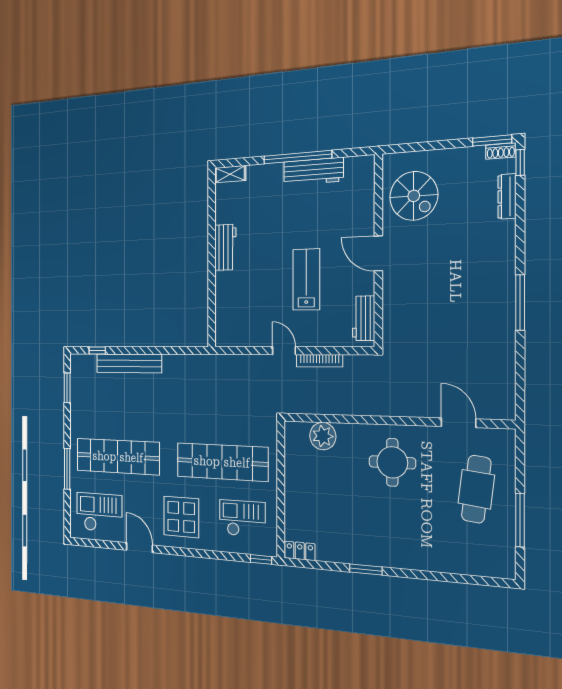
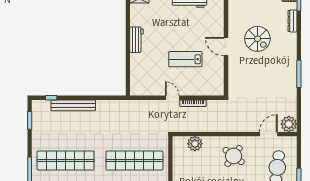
spiral stairs: (414, 196) -> (257, 39), moved
lab bench: (306, 280) -> (185, 59), turned -90
workbench: (364, 318) -> (218, 81), removed
plant: (499, 404) -> (289, 124), added
door: (458, 423) -> (268, 134), hinge flipped
round table: (392, 462) -> (234, 156), turned 37

